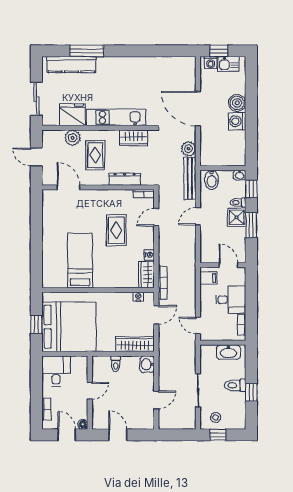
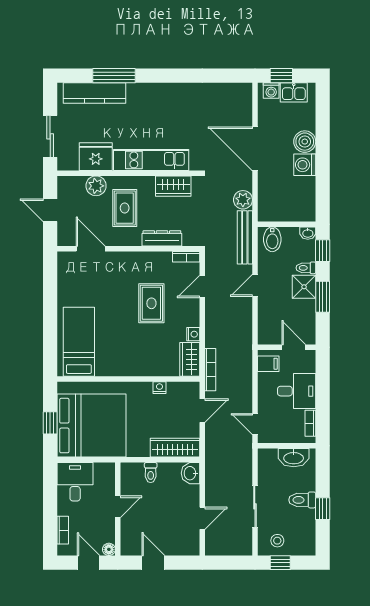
bed: (80, 261) -> (79, 342), moved
nightstand: (138, 297) -> (159, 388), moved

